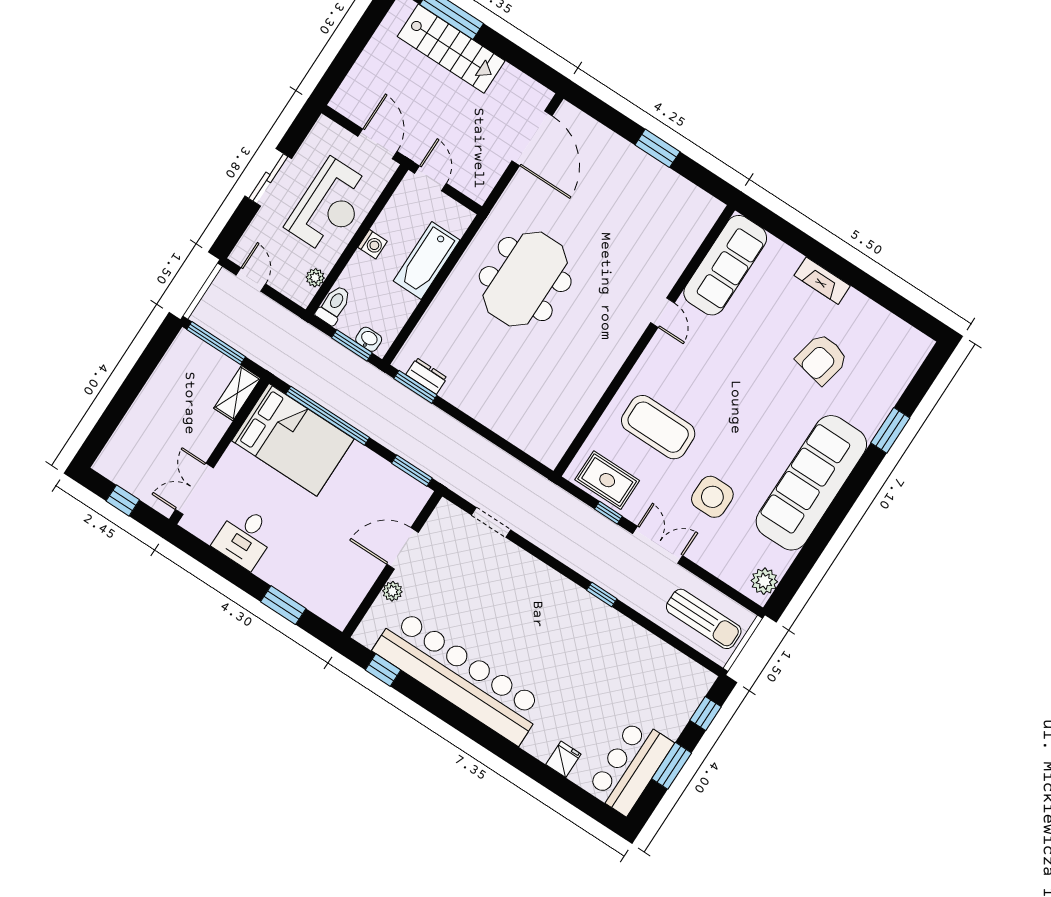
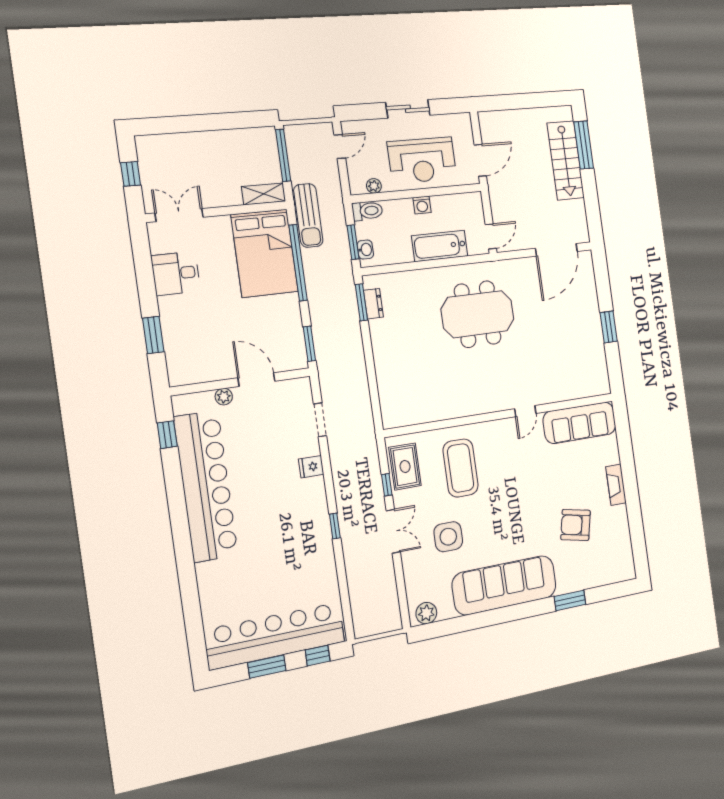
door: (431, 178) -> (491, 236), moved
sun lounger: (704, 619) -> (308, 215), moved
fridge: (563, 759) -> (311, 467), moved, turned 180
bar counter: (630, 767) -> (275, 636), width x1.86

